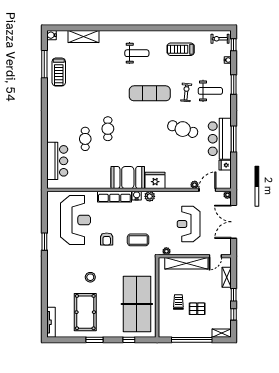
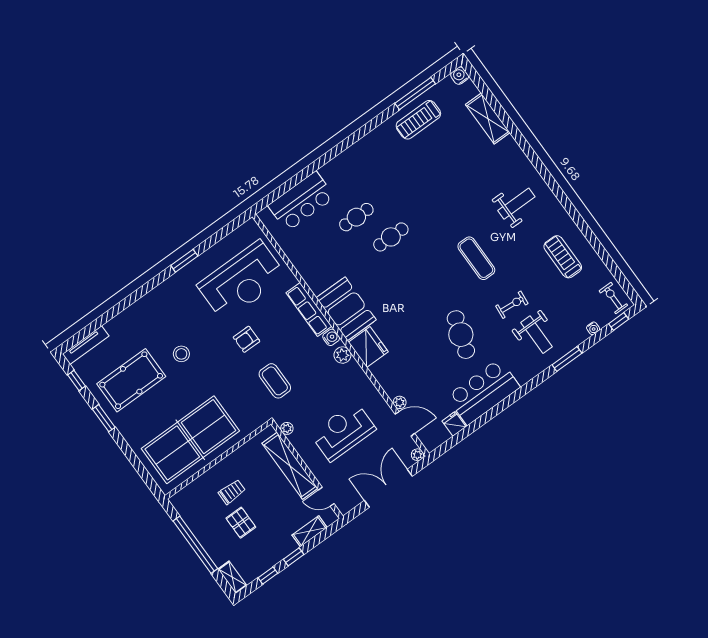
weight bench: (137, 53) -> (516, 204), turned -90
exercise mat: (150, 93) -> (476, 258), width x0.73, depth x0.69
window: (234, 139) -> (496, 410), removed
window: (129, 340) -> (76, 380), moved

